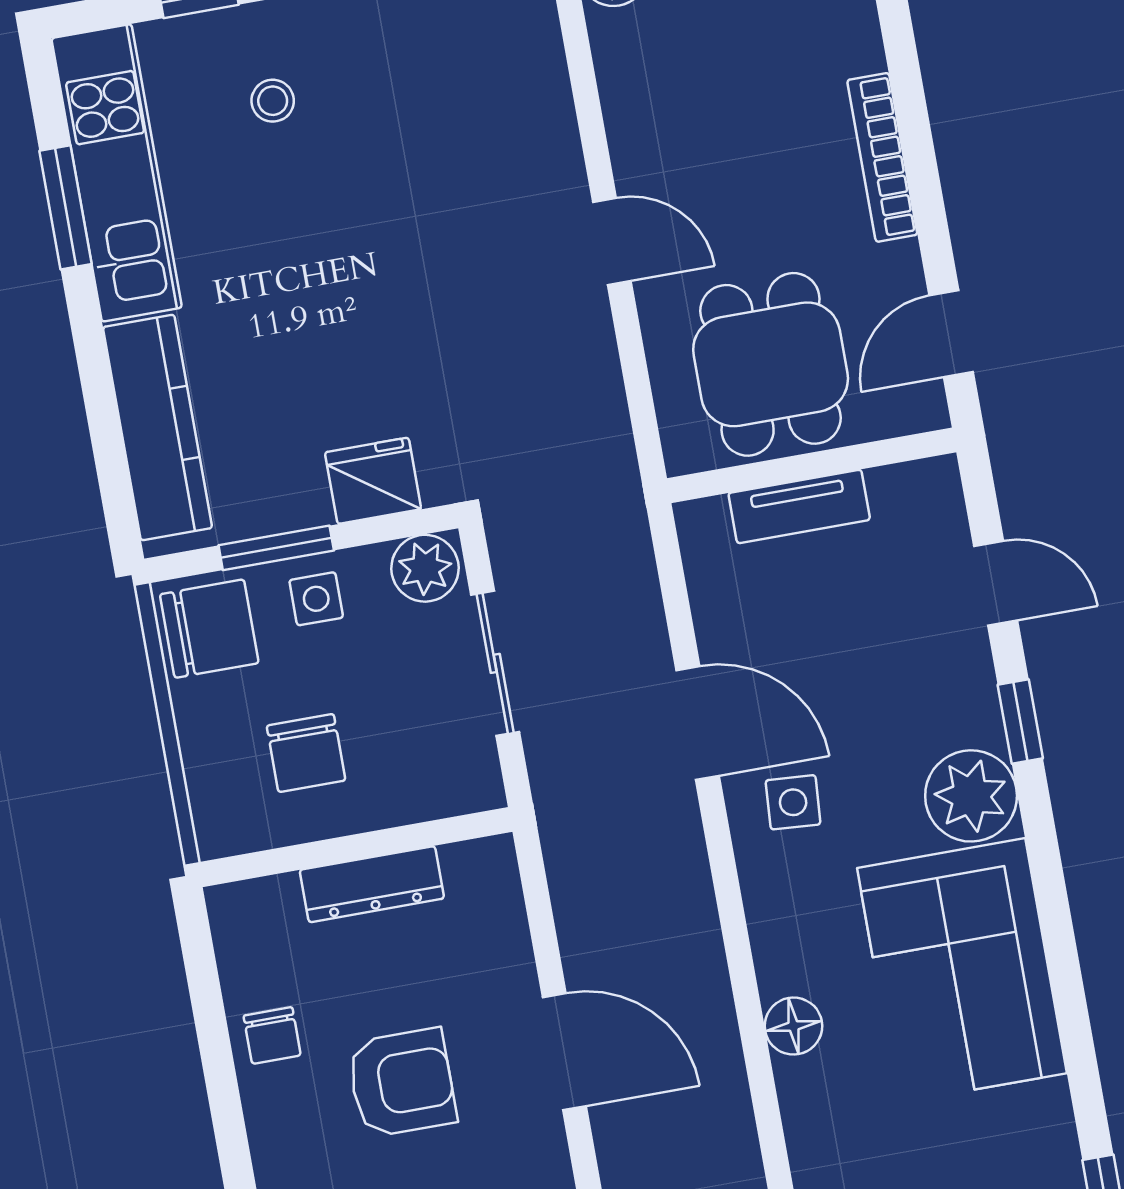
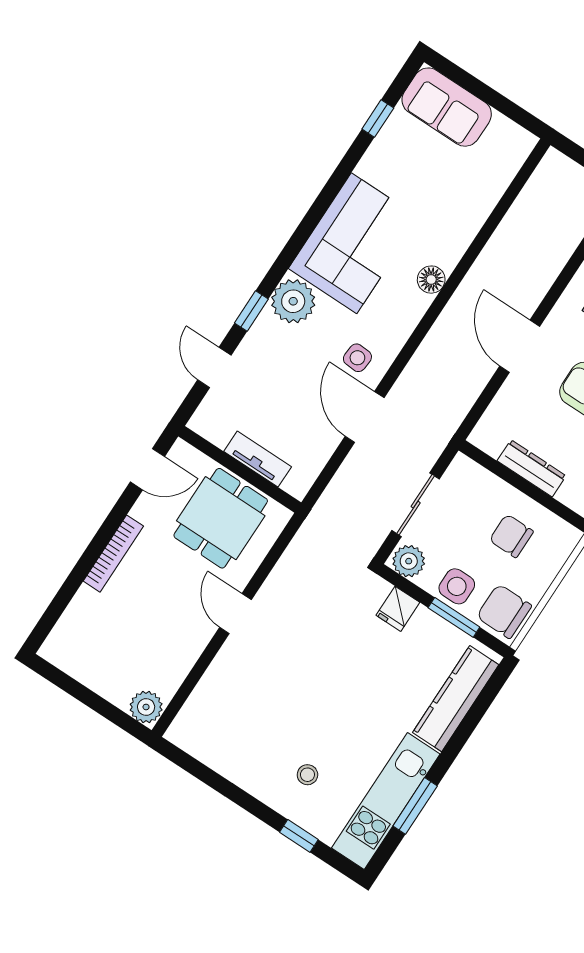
fridge: (373, 481) -> (398, 609), width x0.72
side table: (316, 599) -> (457, 586), width x1.37, depth x1.37
chair: (306, 753) -> (511, 536), turned -90

